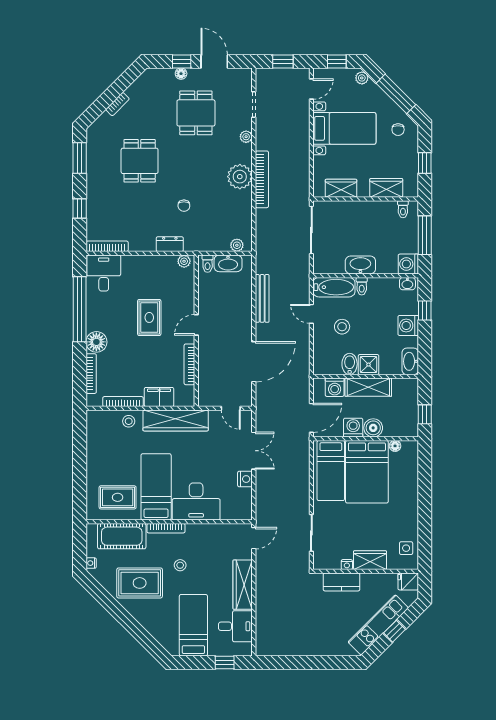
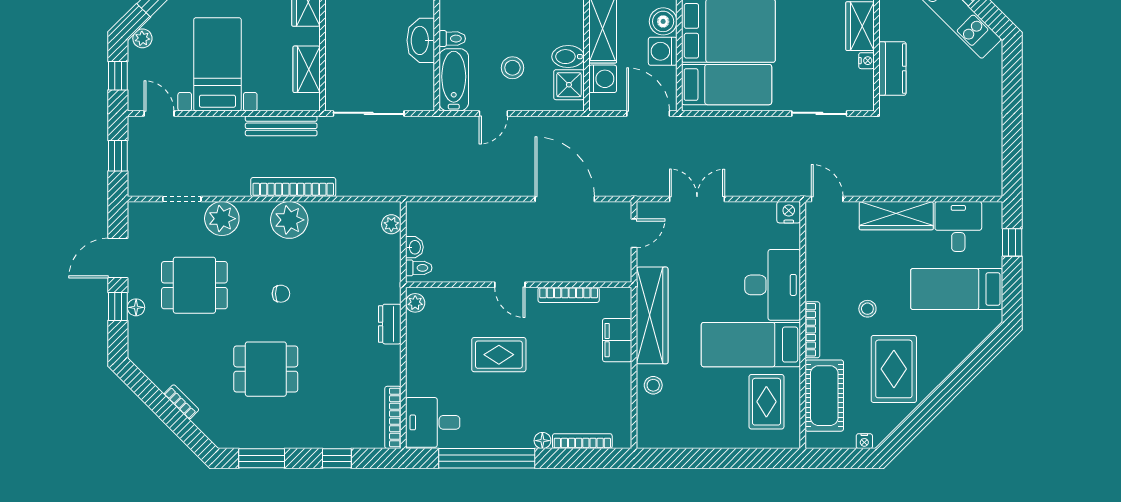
plant: (246, 137) -> (222, 219), width x1.88, depth x1.88
chair: (184, 206) -> (281, 294), moved
washbasin: (228, 263) -> (414, 247), width x0.52, depth x0.69
bench: (262, 298) -> (281, 126), moved
floor lamp: (96, 342) -> (542, 441), width x0.53, depth x0.53
shower: (369, 365) -> (569, 85), moved
bookcase: (123, 402) -> (624, 394), removed
nightstand: (245, 479) -> (789, 212), moved

